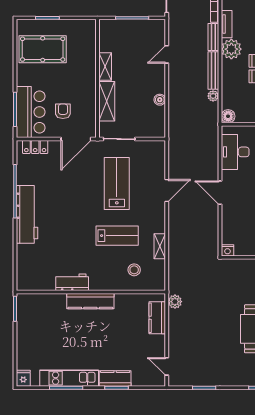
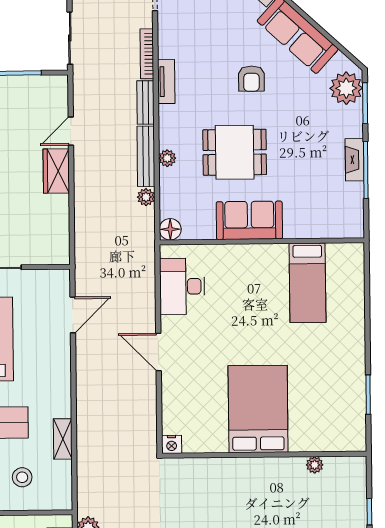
plant: (231, 49) -> (167, 158), moved, width x0.53, depth x0.53
wardrobe: (157, 79) -> (56, 171), added
boiler: (160, 100) -> (60, 204), removed
door: (167, 191) -> (73, 315), moved

